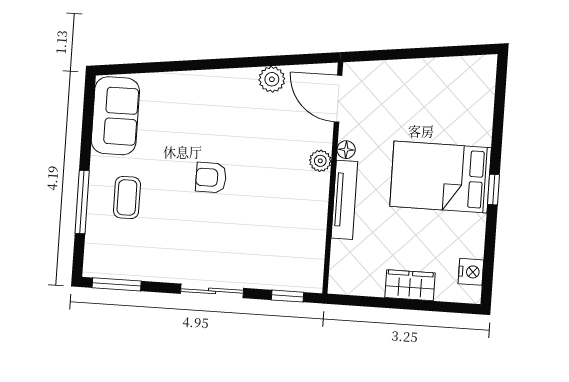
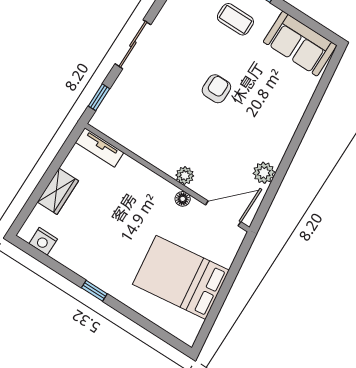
bed: (441, 177) -> (181, 277), moved, turned -97
tv unit: (344, 200) -> (100, 147), moved, width x0.71

